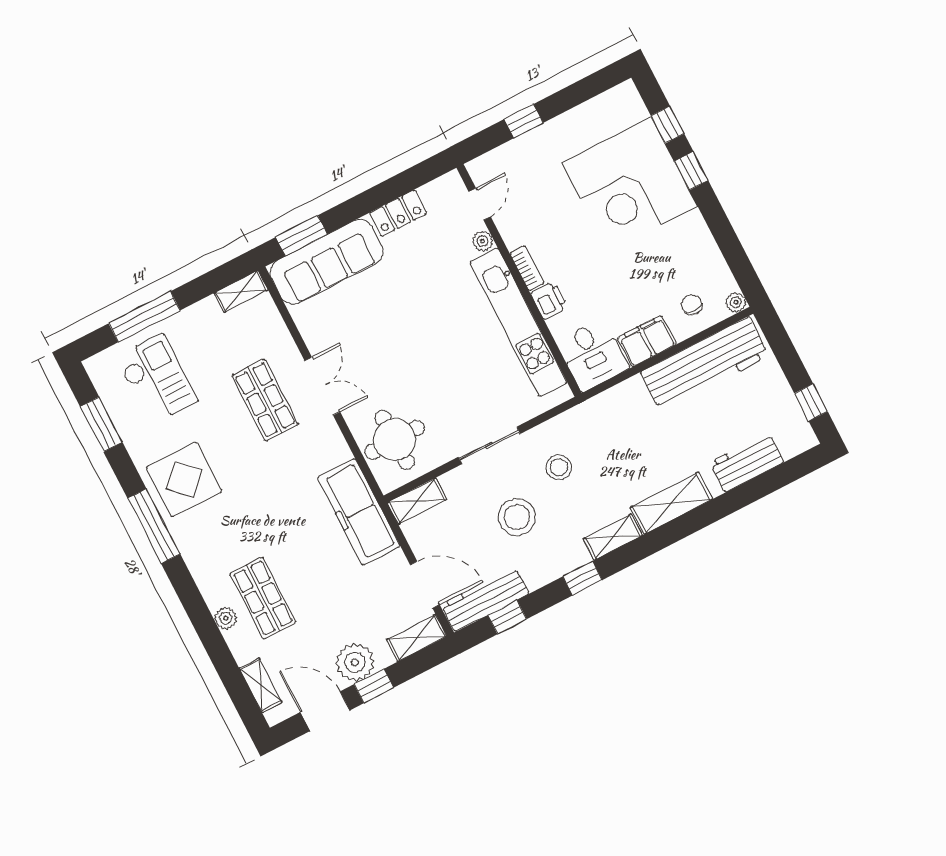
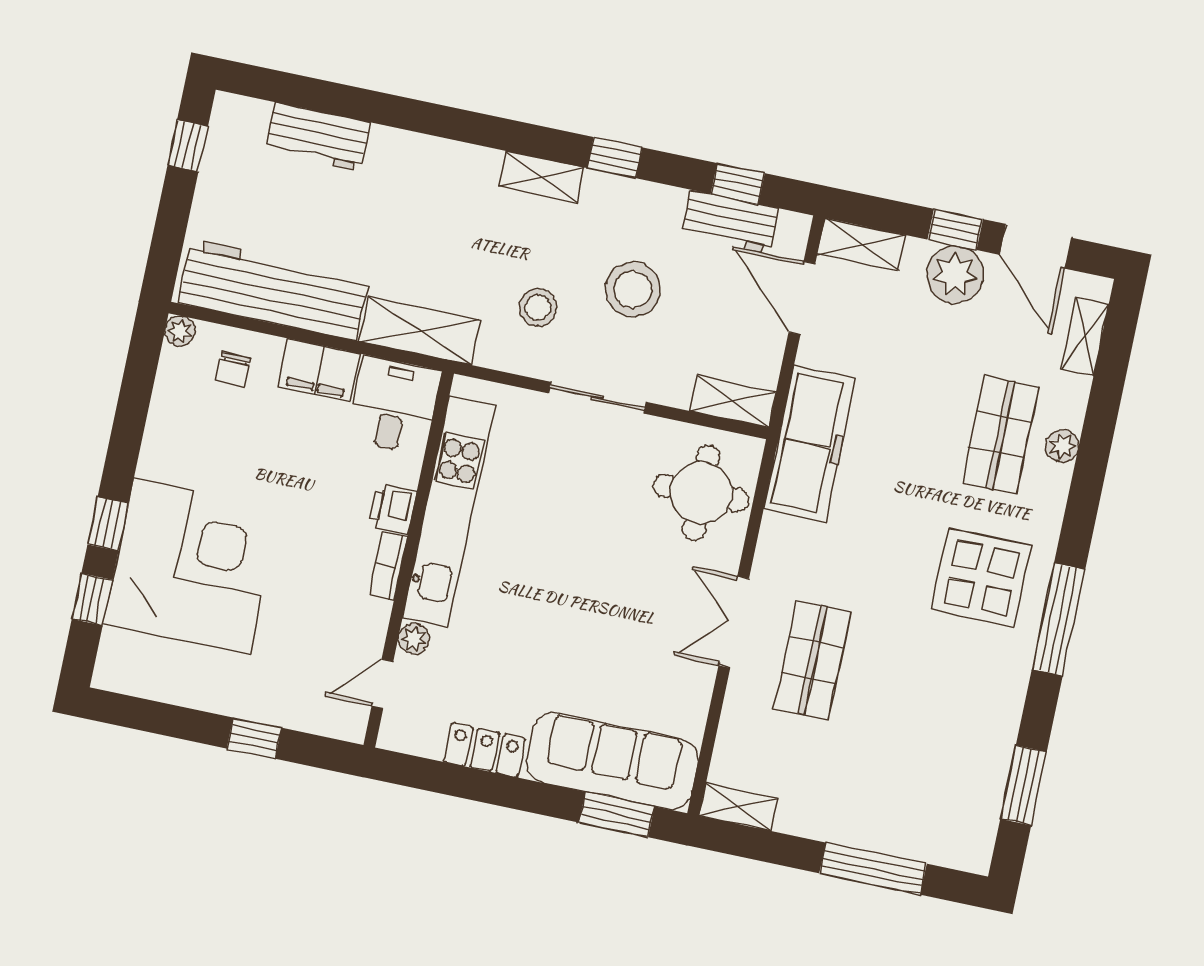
checkout: (157, 379) -> (917, 785), removed
display table: (184, 479) -> (982, 578), moved
shelving: (671, 503) -> (419, 331), moved
workbench: (485, 599) -> (730, 222), width x0.73

